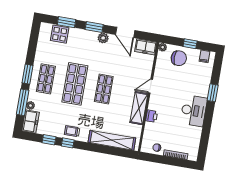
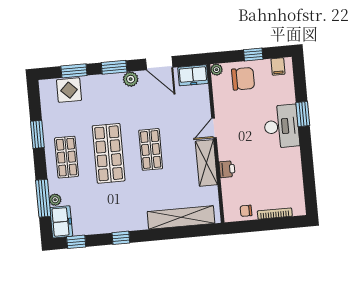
window: (28, 74) -> (37, 134), moved
desk: (194, 111) -> (281, 126), moved
trolley: (72, 131) -> (122, 220), removed
window: (49, 140) -> (76, 242), moved

